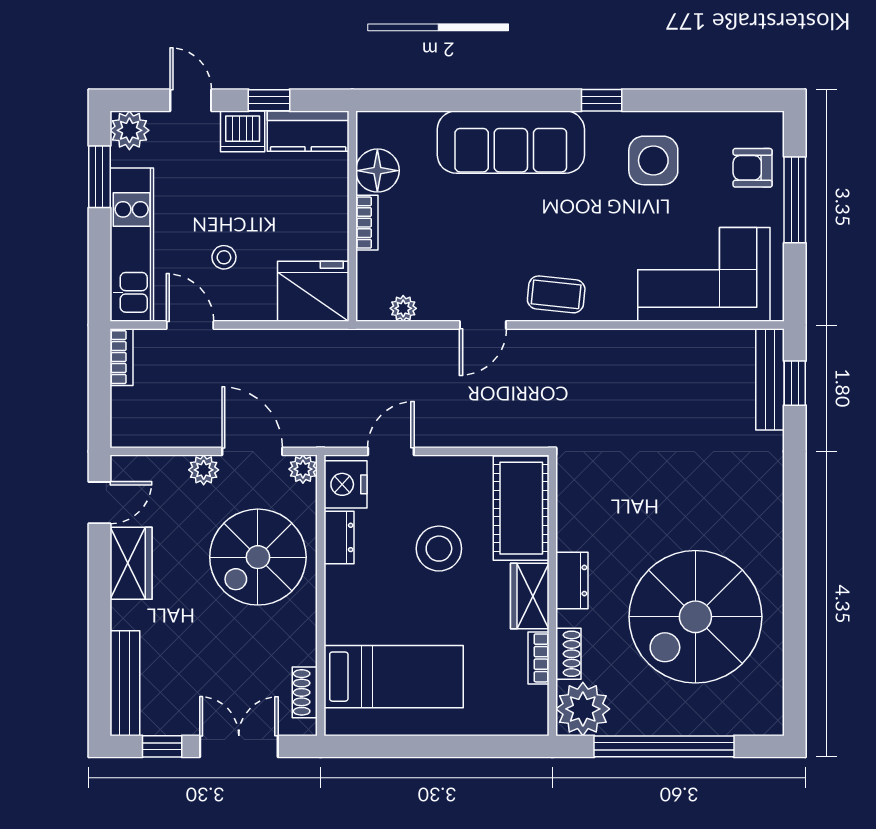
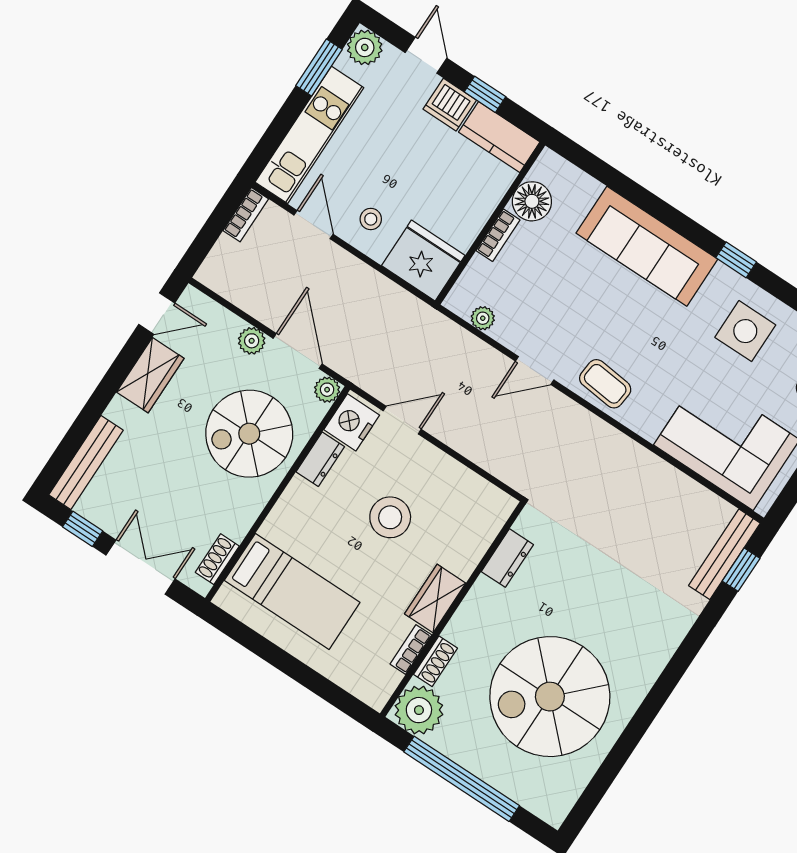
stool: (224, 257) -> (371, 219), moved
cot: (521, 508) -> (472, 528), removed
dresser: (572, 581) -> (507, 558), moved

